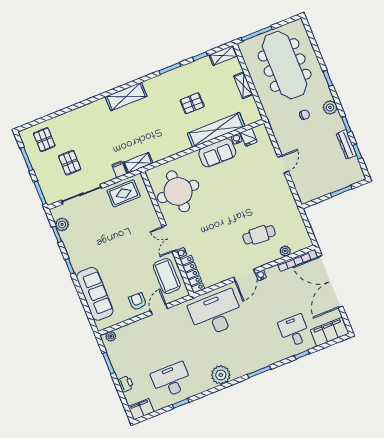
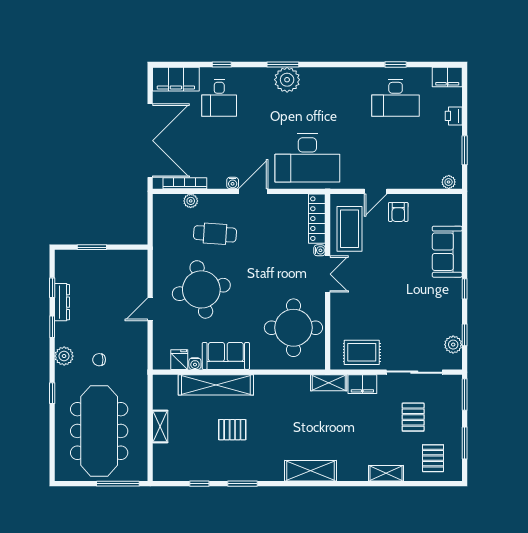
shelving: (223, 55) -> (386, 473), moved
filing cabinet: (119, 169) -> (362, 384), width x2.00
round table: (253, 192) -> (201, 289), added
sofa: (95, 294) -> (447, 252), width x0.73
plant: (221, 375) -> (287, 80), moved

